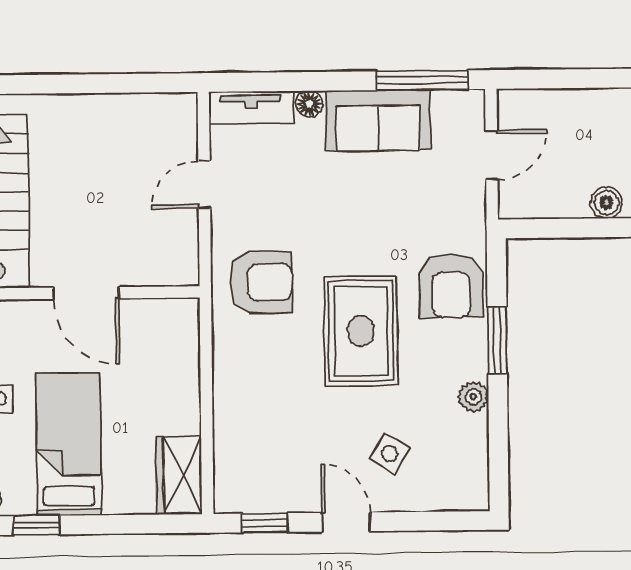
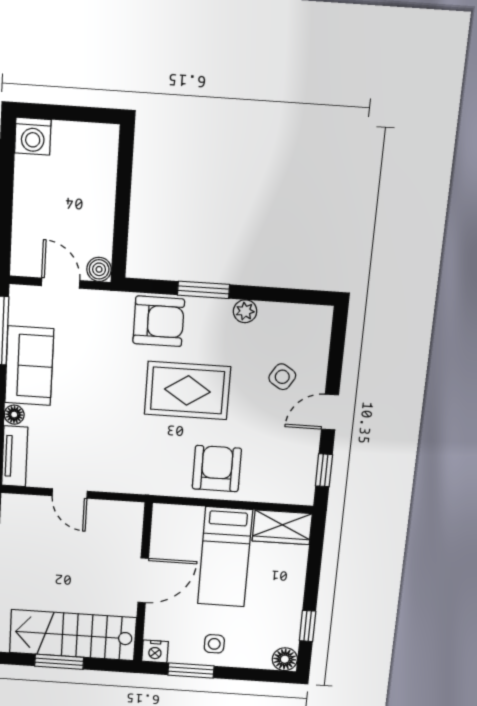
boiler: (606, 203) -> (99, 269), moved
armchair: (261, 282) -> (217, 469), moved
bed: (69, 444) -> (225, 557), moved, turned -90

